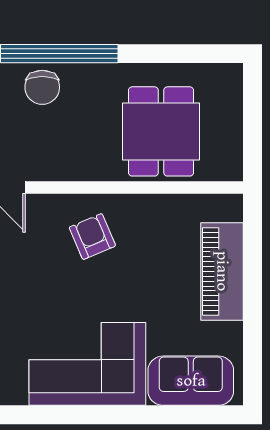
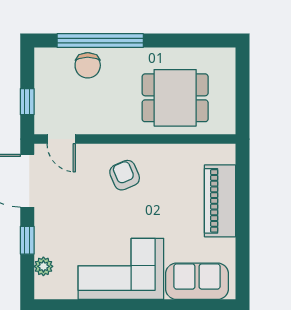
dining table: (161, 131) -> (175, 98), turned 90

